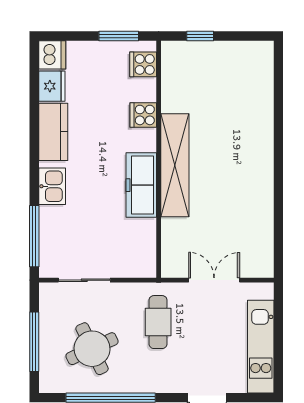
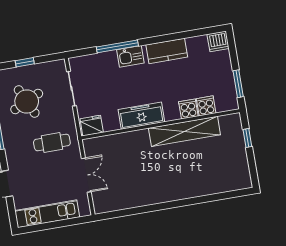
cooker: (143, 64) -> (206, 106), moved
fridge: (52, 86) -> (92, 126), moved, turned 180
shelving: (175, 165) -> (184, 131), moved
window: (34, 236) -> (117, 46), moved
window: (34, 342) -> (25, 62), width x0.46

